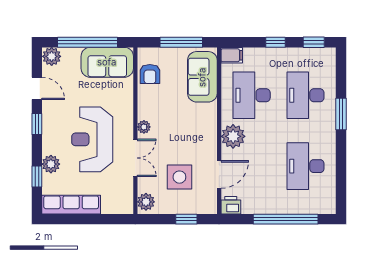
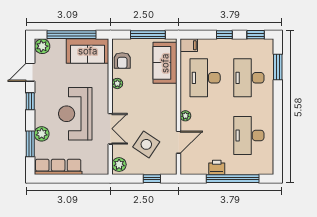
door: (37, 88) -> (30, 72), swing flipped
window: (341, 114) -> (278, 67), moved
plant: (144, 127) -> (117, 83), moved
plant: (233, 136) -> (185, 116), width x0.53, depth x0.53
window: (37, 176) -> (30, 144), width x1.50
side table: (179, 177) -> (146, 144), turned 34
printer: (231, 205) -> (217, 167), moved

